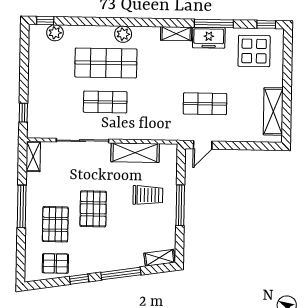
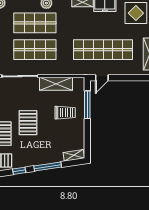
shop shelf: (105, 102) -> (35, 50), width x1.43, depth x1.36
shop shelf: (205, 104) -> (103, 50), width x2.00, depth x1.36
window: (180, 205) -> (87, 105), moved

